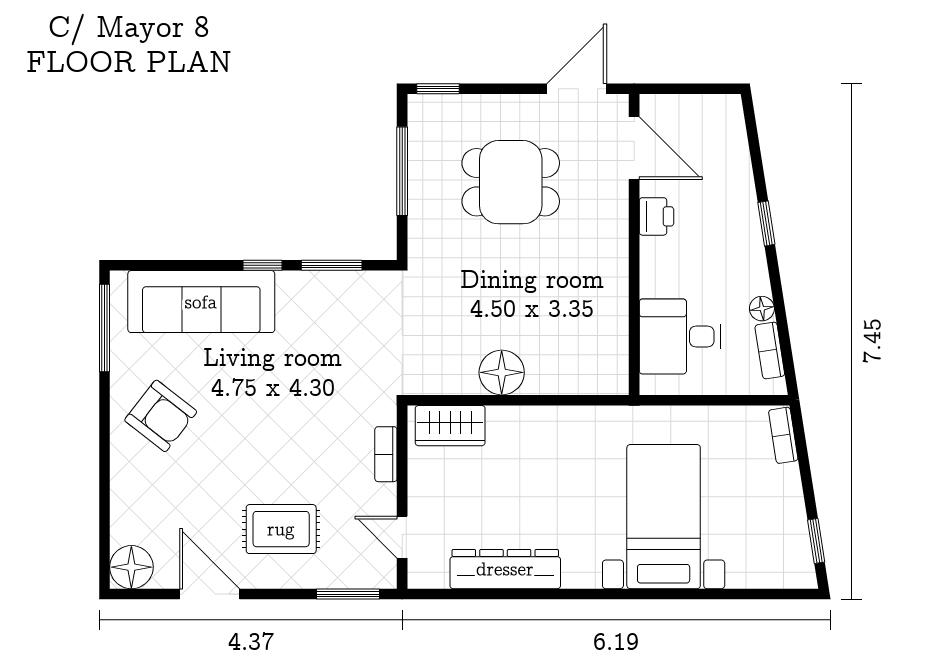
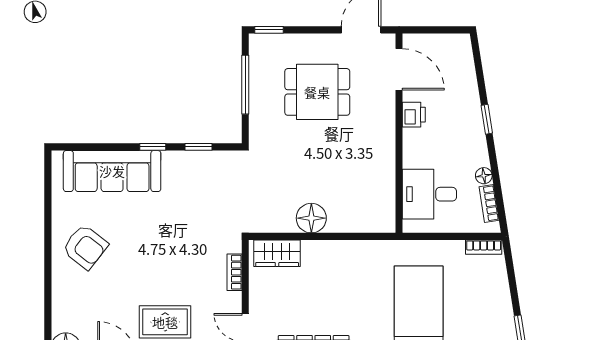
window: (332, 265) -> (199, 147), width x0.67
window: (105, 328) -> (48, 189), removed
bookcase: (783, 435) -> (484, 247), moved, turned -81

